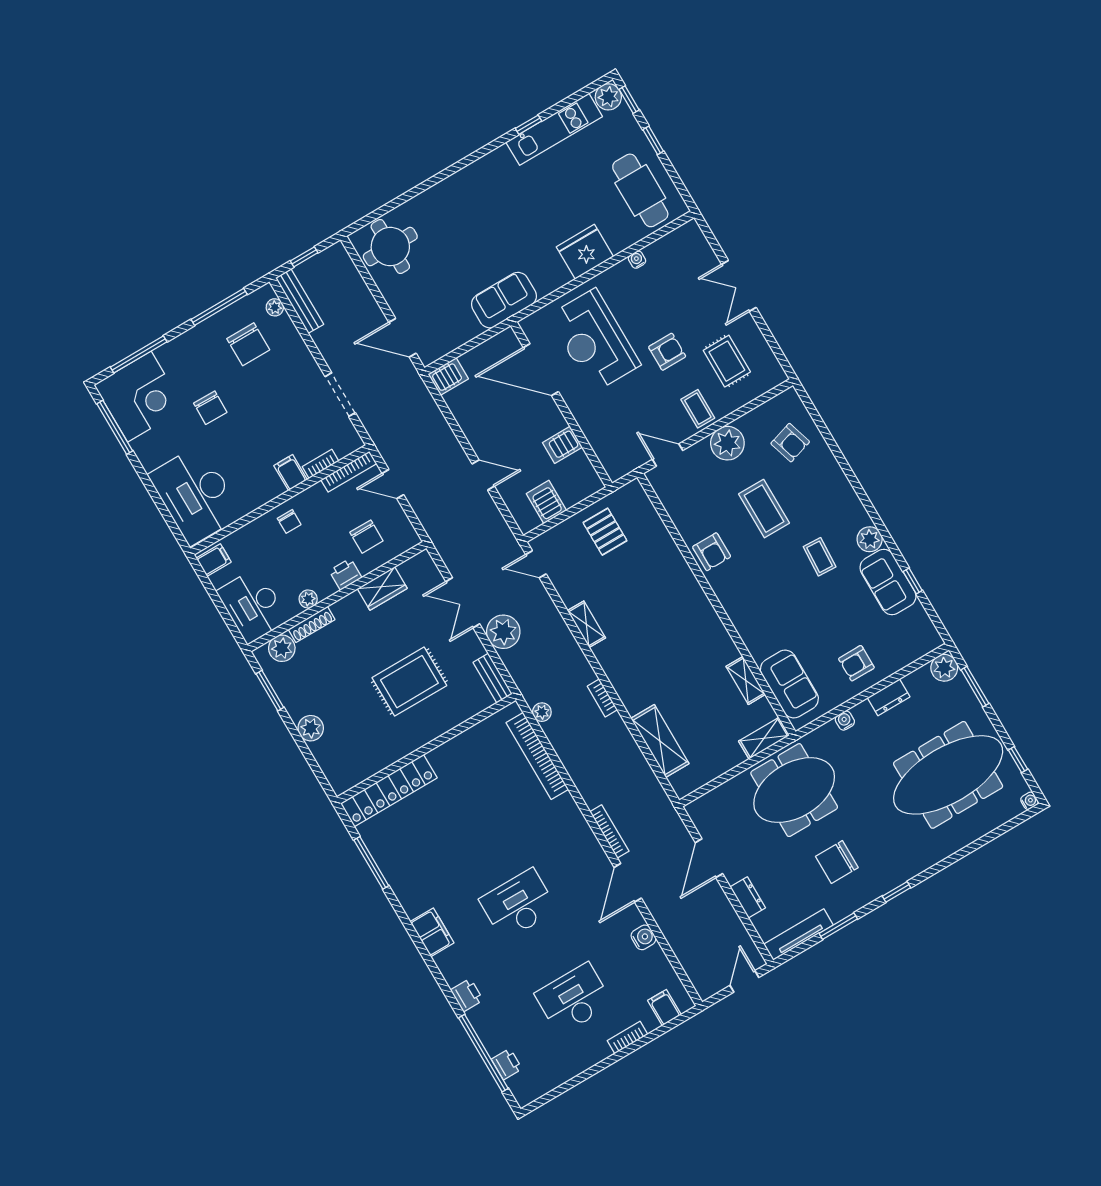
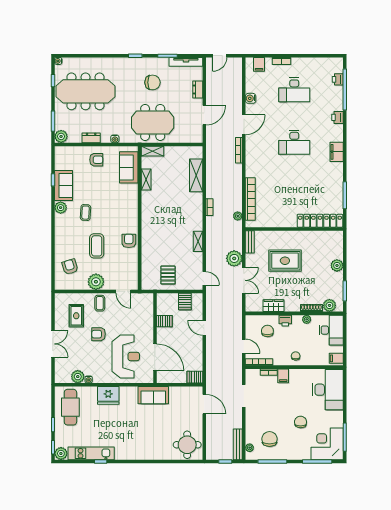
plant: (660, 253) -> (78, 377), added

